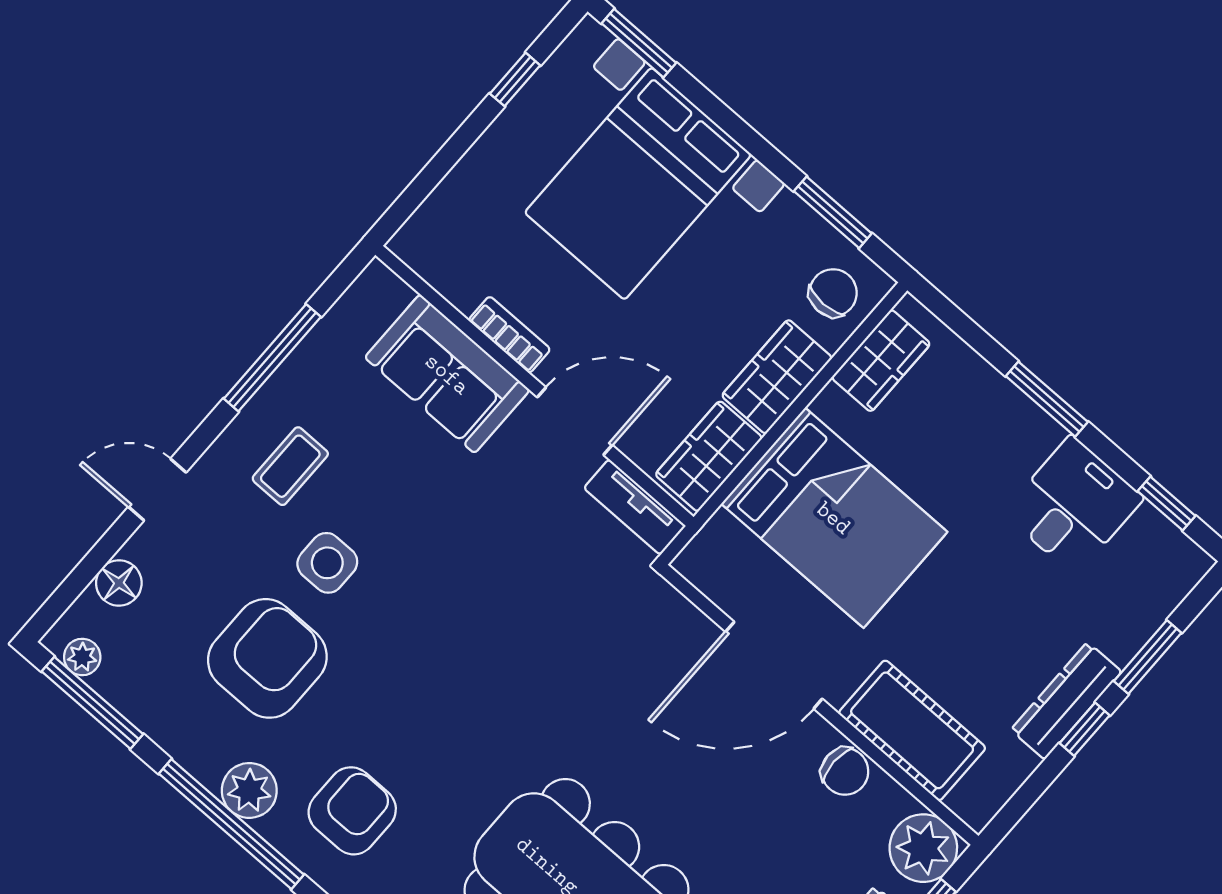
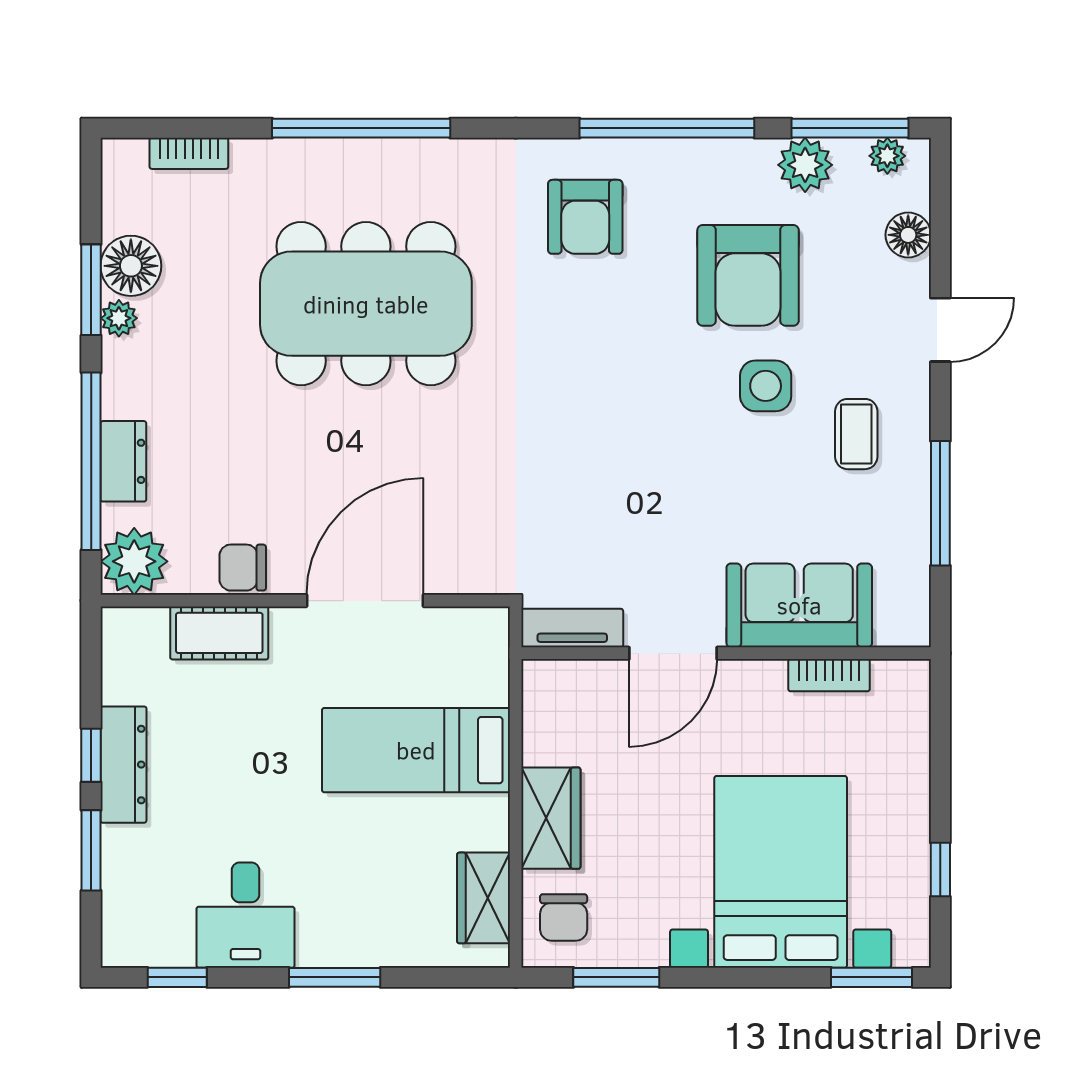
bookcase: (509, 335) -> (829, 675), moved
wardrobe: (709, 456) -> (550, 714), removed
bed: (834, 518) -> (416, 750), width x0.67
cot: (912, 730) -> (219, 633), width x0.73, depth x0.75
plant: (249, 790) -> (805, 165), moved

